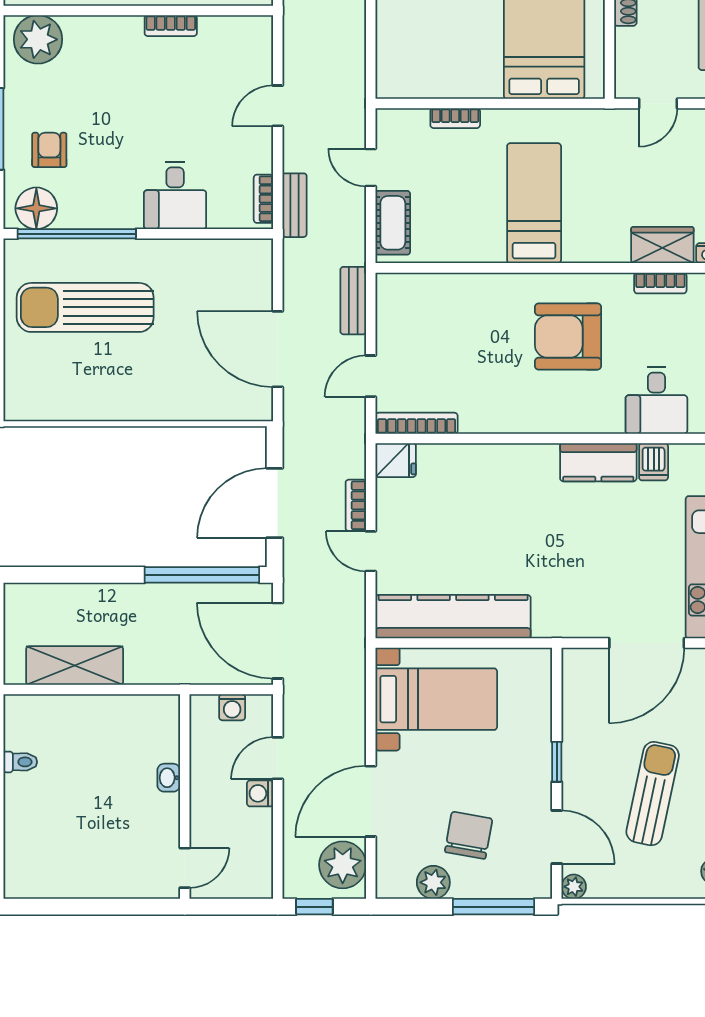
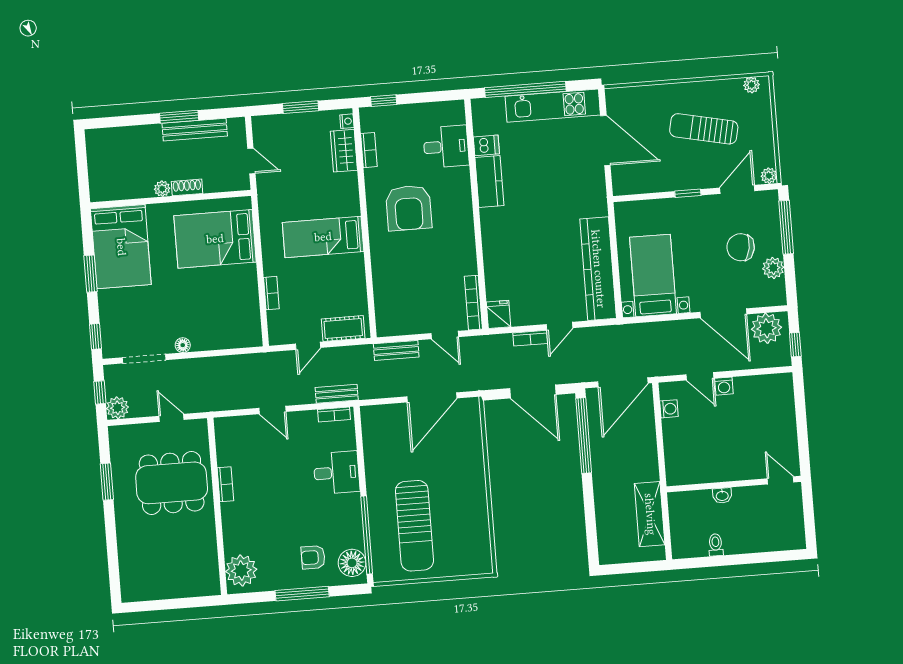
washbasin: (169, 778) -> (722, 496), moved
wall: (185, 797) -> (734, 484), moved
door: (185, 868) -> (780, 480), moved

